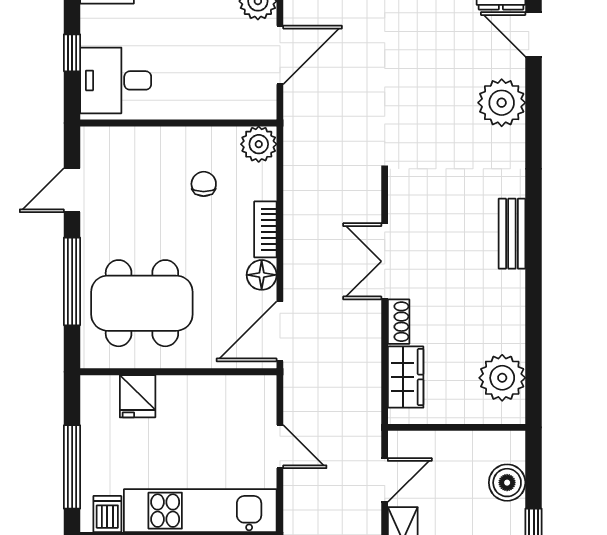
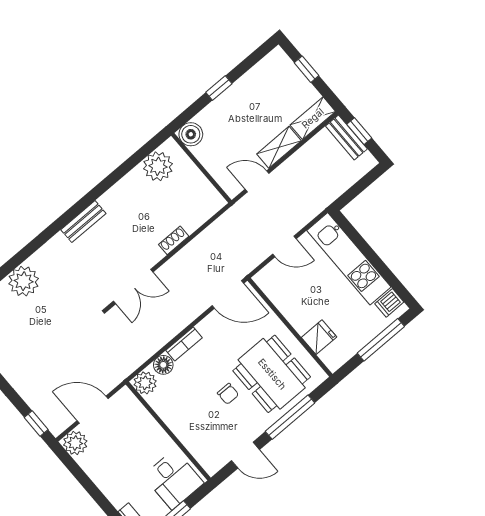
chair: (204, 184) -> (228, 394), moved, turned -90
double door: (385, 261) -> (133, 287), moved
floor lamp: (262, 275) -> (163, 365), moved
wardrobe: (406, 377) -> (198, 214), removed
door: (280, 447) -> (284, 247), swing flipped
boiler: (507, 483) -> (191, 134), moved

